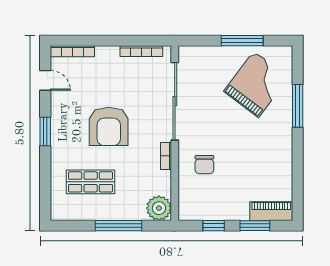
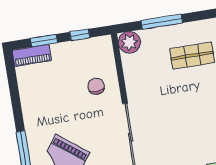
armchair: (109, 126) -> (184, 106), removed
bookcase: (166, 156) -> (130, 88), removed

